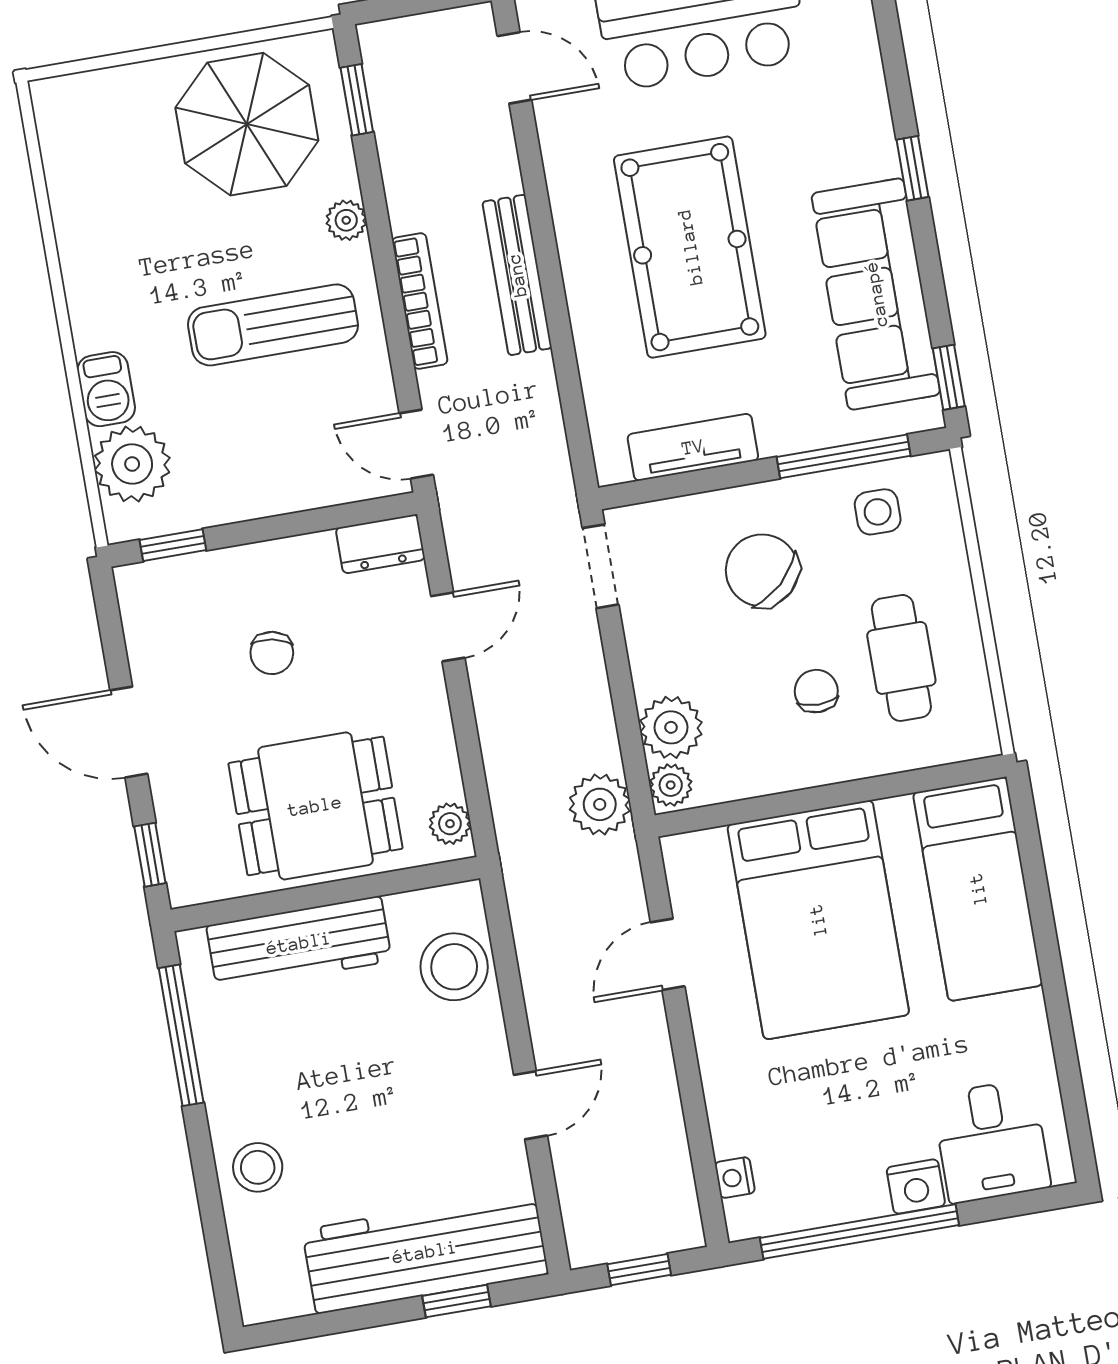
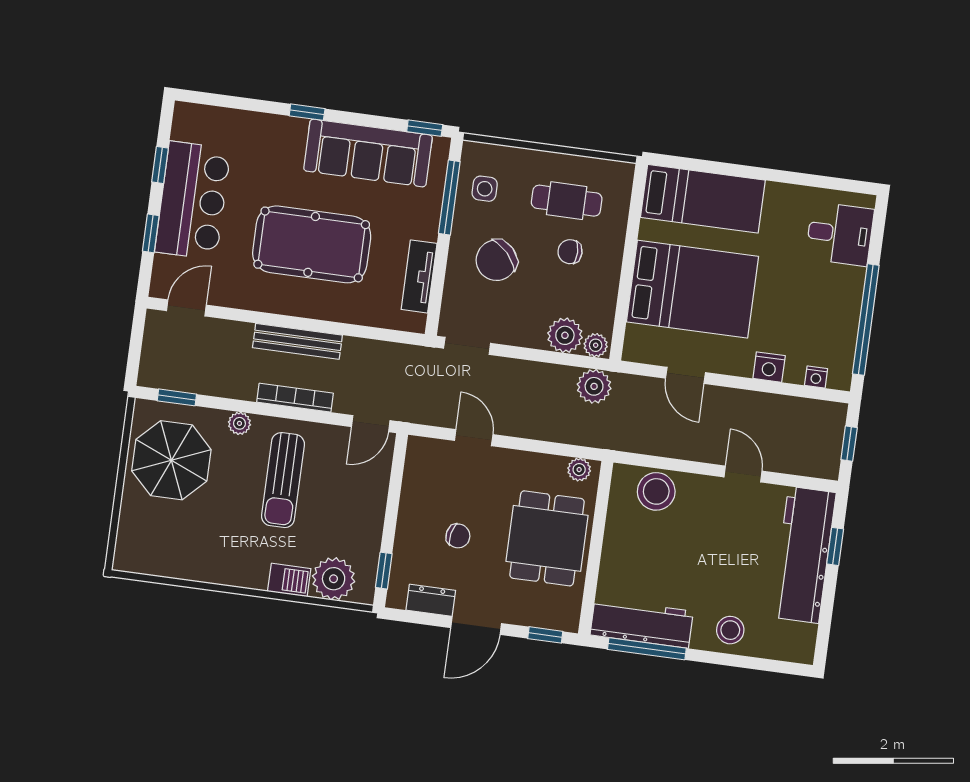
dresser: (380, 544) -> (431, 600), moved, turned -90
workbench: (299, 943) -> (642, 623), moved, turned -90
nightstand: (916, 1187) -> (769, 367), moved, turned 90

